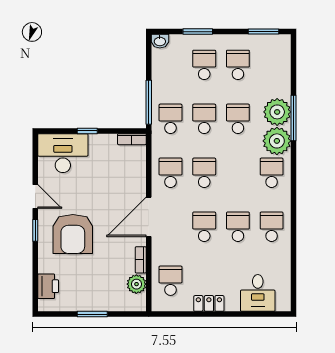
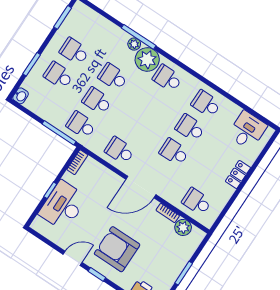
plant: (277, 112) -> (134, 44), width x0.53, depth x0.53
desk: (63, 153) -> (63, 206), moved
school desk: (204, 173) -> (136, 126), removed
door: (149, 217) -> (141, 187), hinge flipped
armchair: (73, 234) -> (117, 249), turned 180
desk: (258, 293) -> (247, 130), moved, turned -90
locker: (209, 303) -> (238, 175), moved

